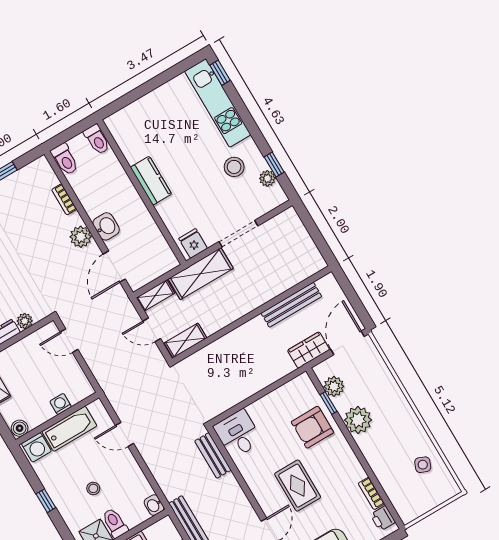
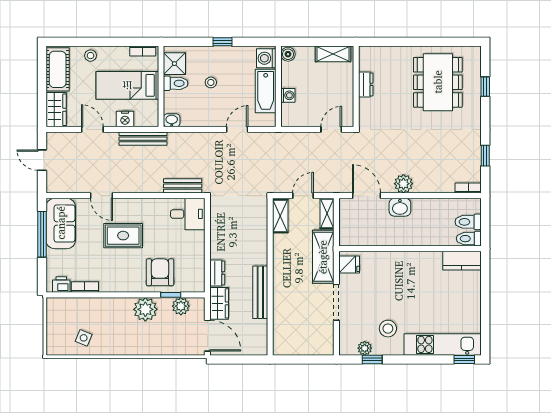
toilet: (65, 159) -> (468, 222), moved
kitchen counter: (151, 181) -> (462, 261), moved
bookcase: (64, 199) -> (468, 188), moved
bench: (291, 305) -> (260, 292), moved
plant: (25, 321) -> (365, 105), removed
dresser: (279, 370) -> (217, 273), added

